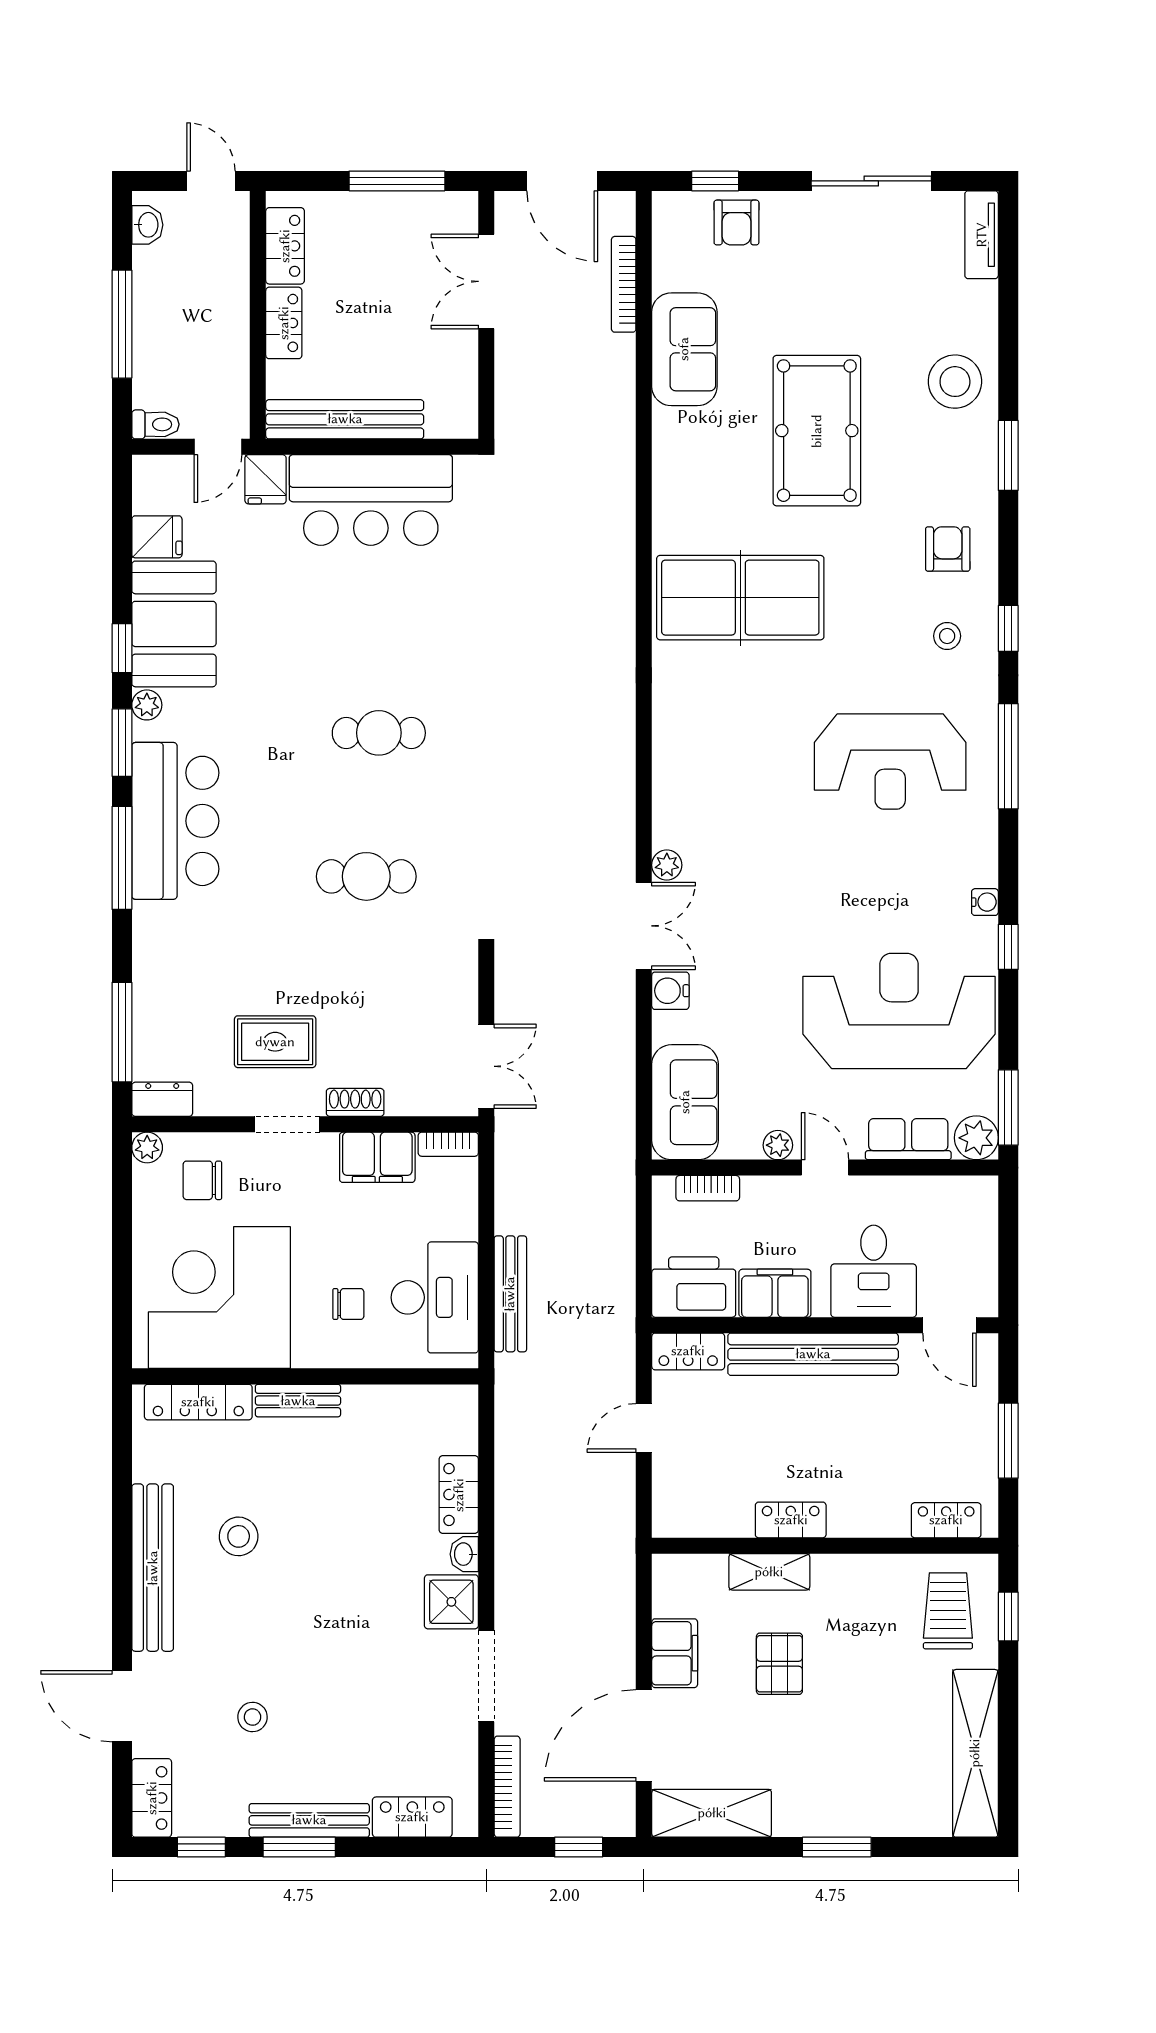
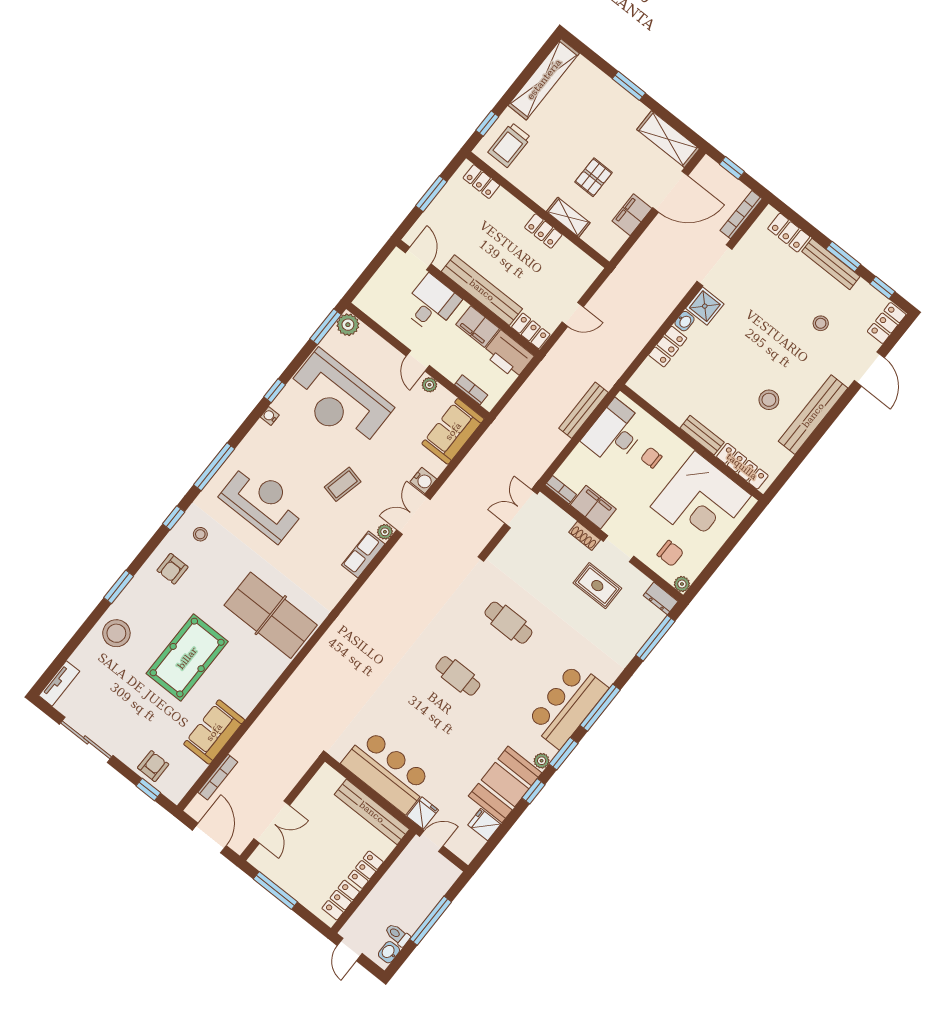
toilet: (155, 424) -> (397, 935), moved
coffee table: (790, 886) -> (343, 484), added
row of seats: (908, 1139) -> (363, 554), moved, turned 90

